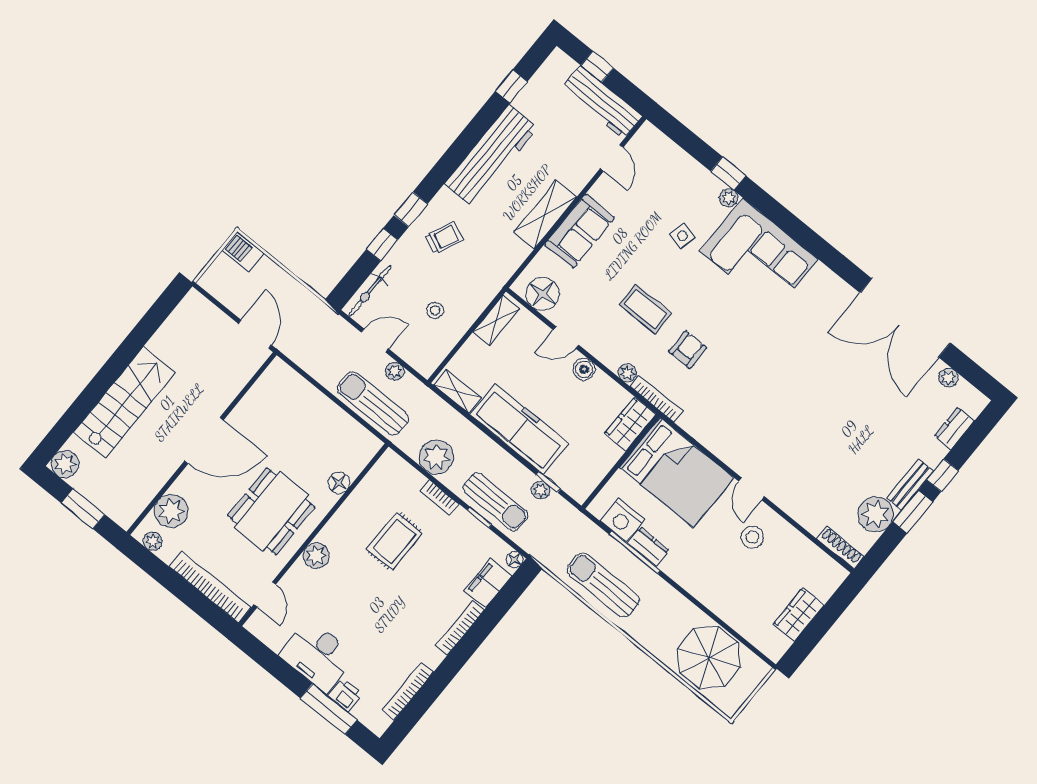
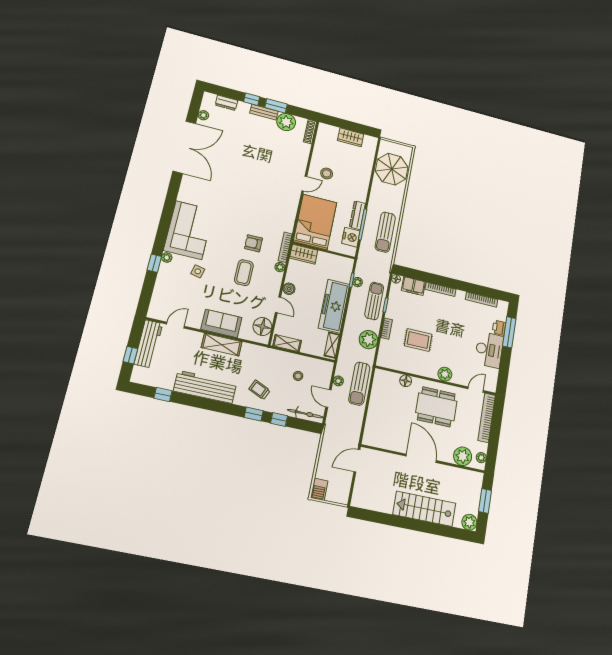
dresser: (648, 547) -> (357, 215), width x1.44

